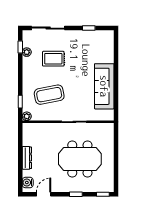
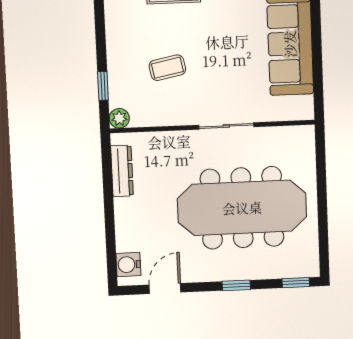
coffee table: (49, 95) -> (167, 68), width x0.54, depth x0.58
dresser: (27, 158) -> (122, 171), moved
meeting table: (80, 159) -> (242, 208), width x1.36

